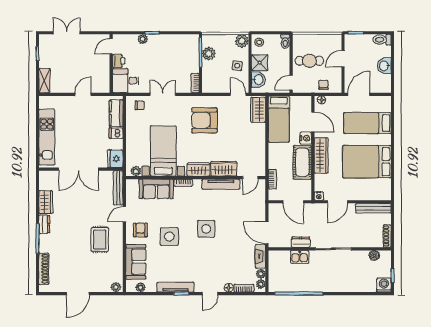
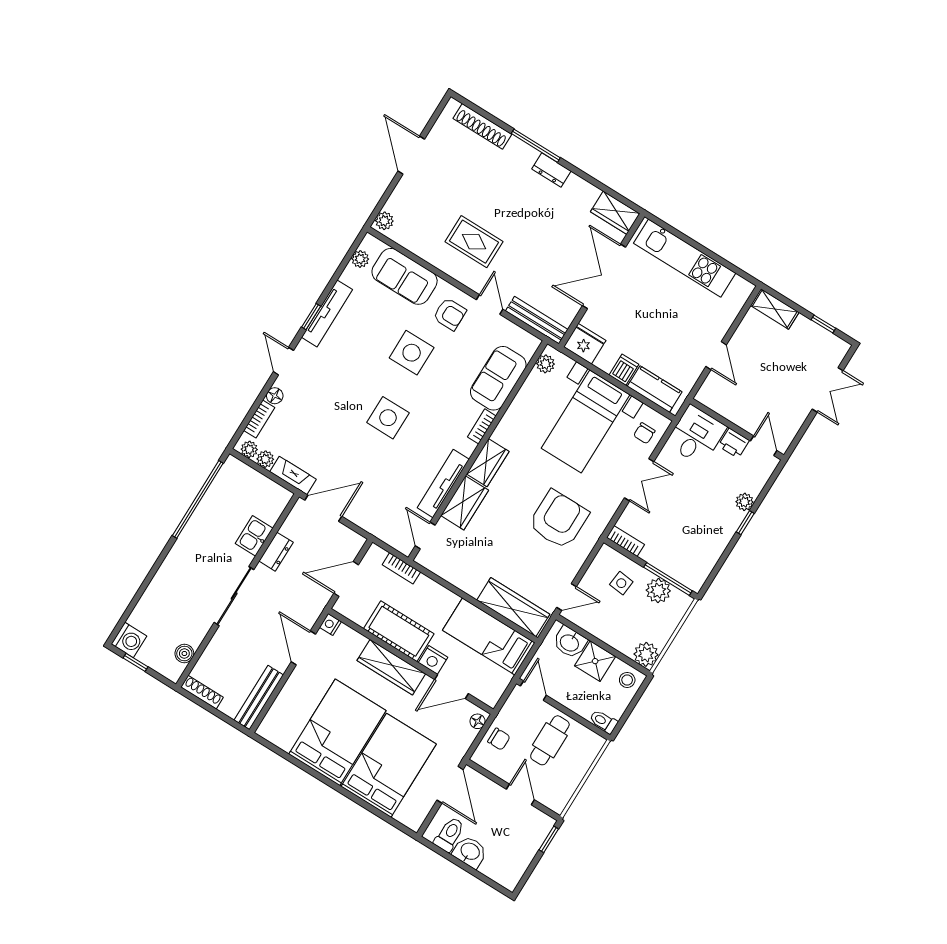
toilet: (382, 40) -> (449, 834), moved
side table: (237, 66) -> (621, 583), moved
wardrobe: (258, 110) -> (513, 607), width x1.50
bed: (367, 123) -> (389, 765), width x1.50
bed with nightstands: (163, 151) -> (586, 421), moved, turned 90
wardrobe: (46, 202) -> (615, 213), moved

